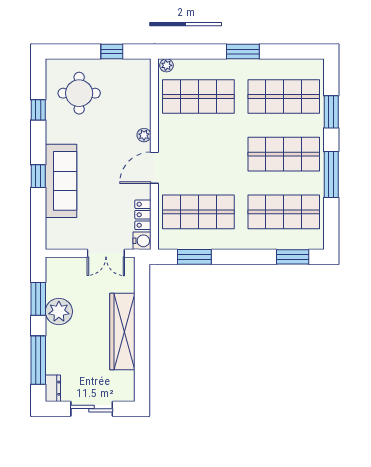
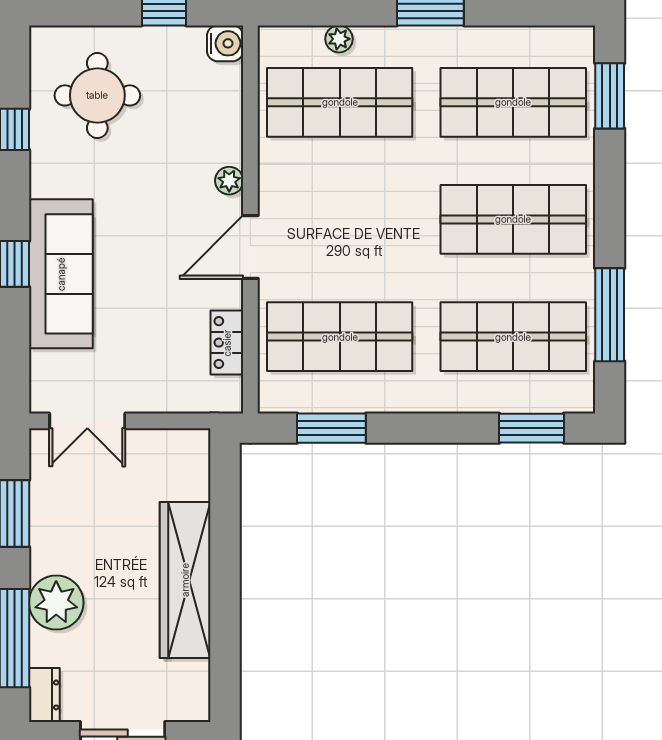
plant: (166, 65) -> (339, 39), moved
window: (331, 112) -> (610, 96), moved
window: (331, 174) -> (610, 315), moved
water cooler: (142, 241) -> (225, 43), moved
double door: (106, 253) -> (87, 421), moved
plant: (59, 312) -> (56, 603), moved

